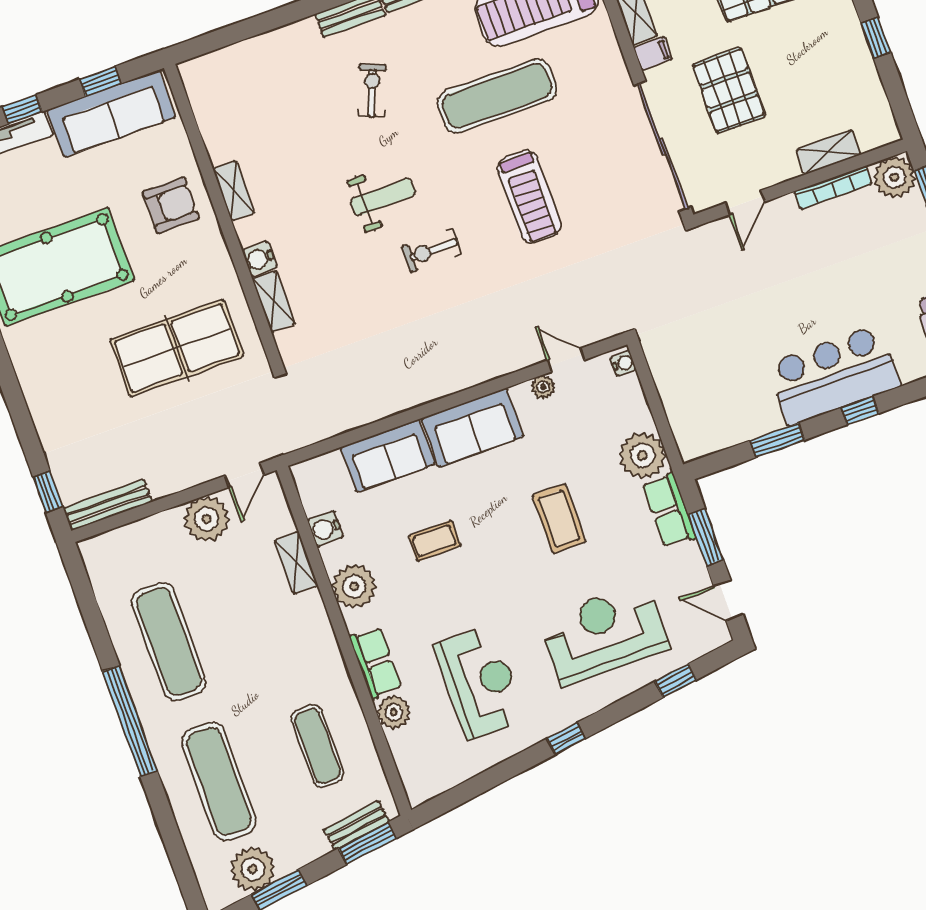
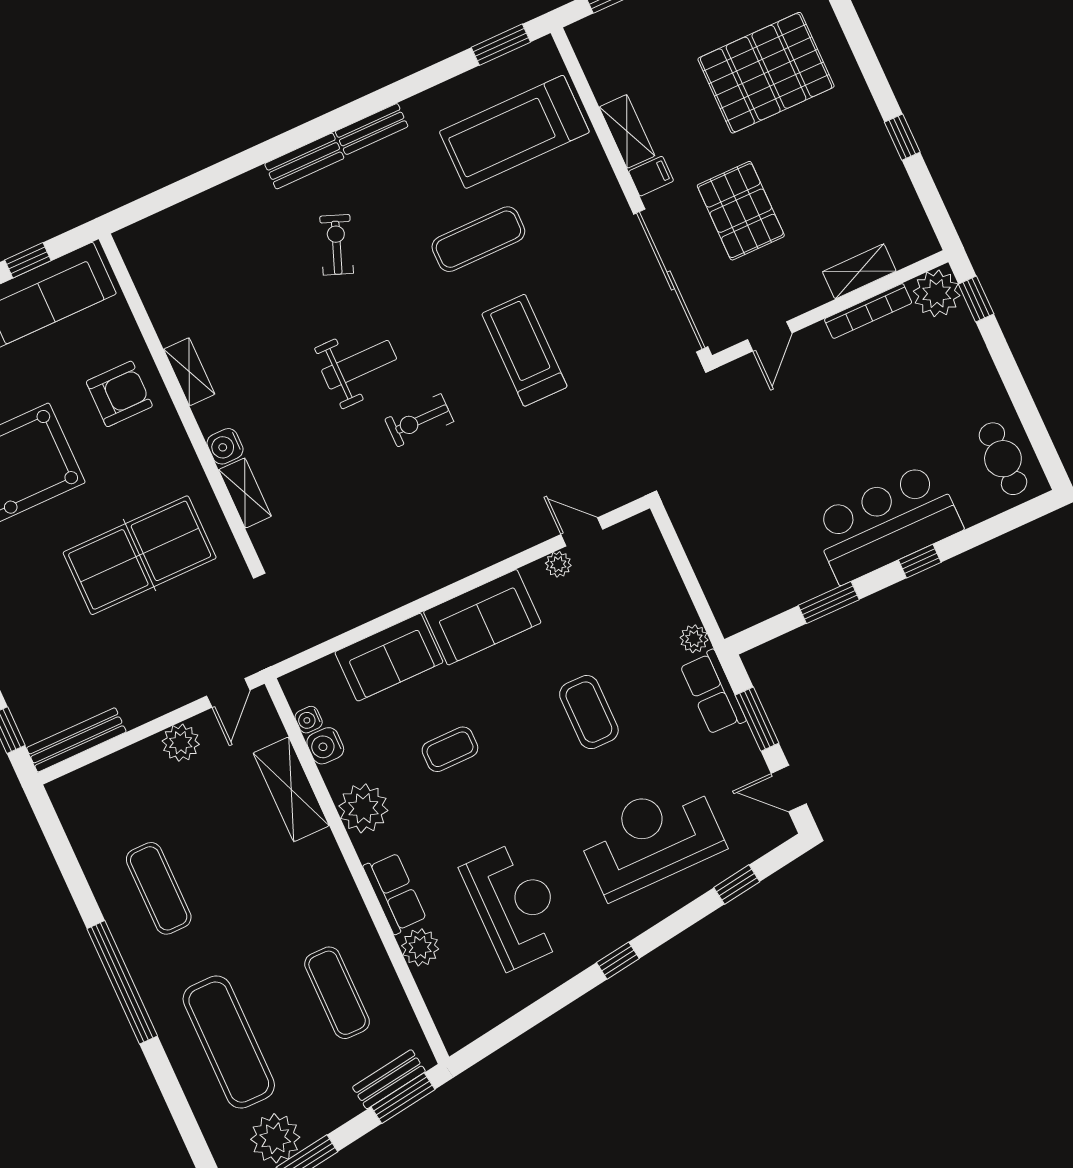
exercise mat: (497, 96) -> (478, 239), width x0.73, depth x0.69
treadmill: (529, 197) -> (524, 350), turned 180
water cooler: (623, 363) -> (309, 720), moved, turned 180
plant: (643, 455) -> (694, 639), width x0.53, depth x0.53
plant: (207, 519) -> (181, 743), width x0.73, depth x0.73
shelving: (296, 563) -> (291, 789), width x1.50, depth x1.33
exercise mat: (169, 641) -> (159, 888), width x0.73, depth x0.69

